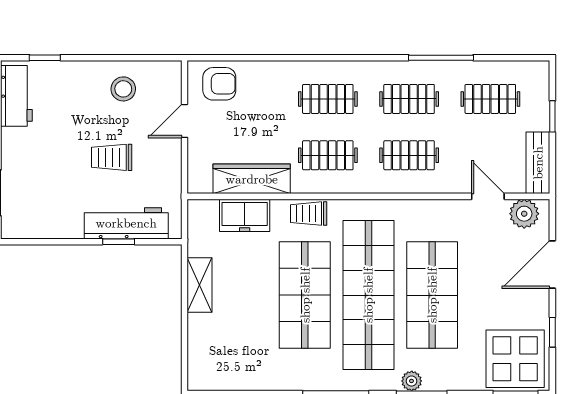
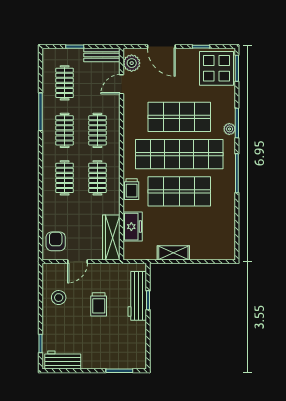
door: (185, 121) -> (77, 262), hinge flipped
wardrobe: (252, 179) -> (111, 238), moved

